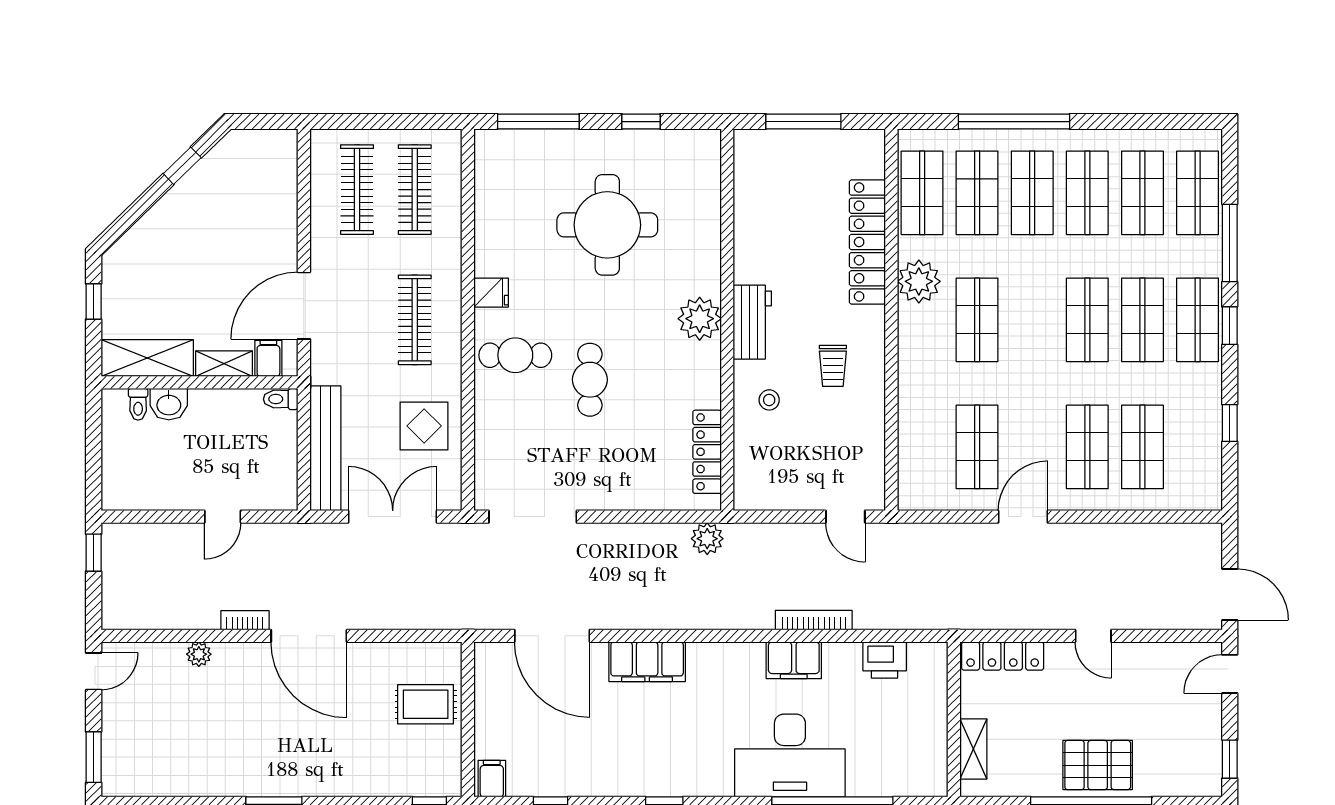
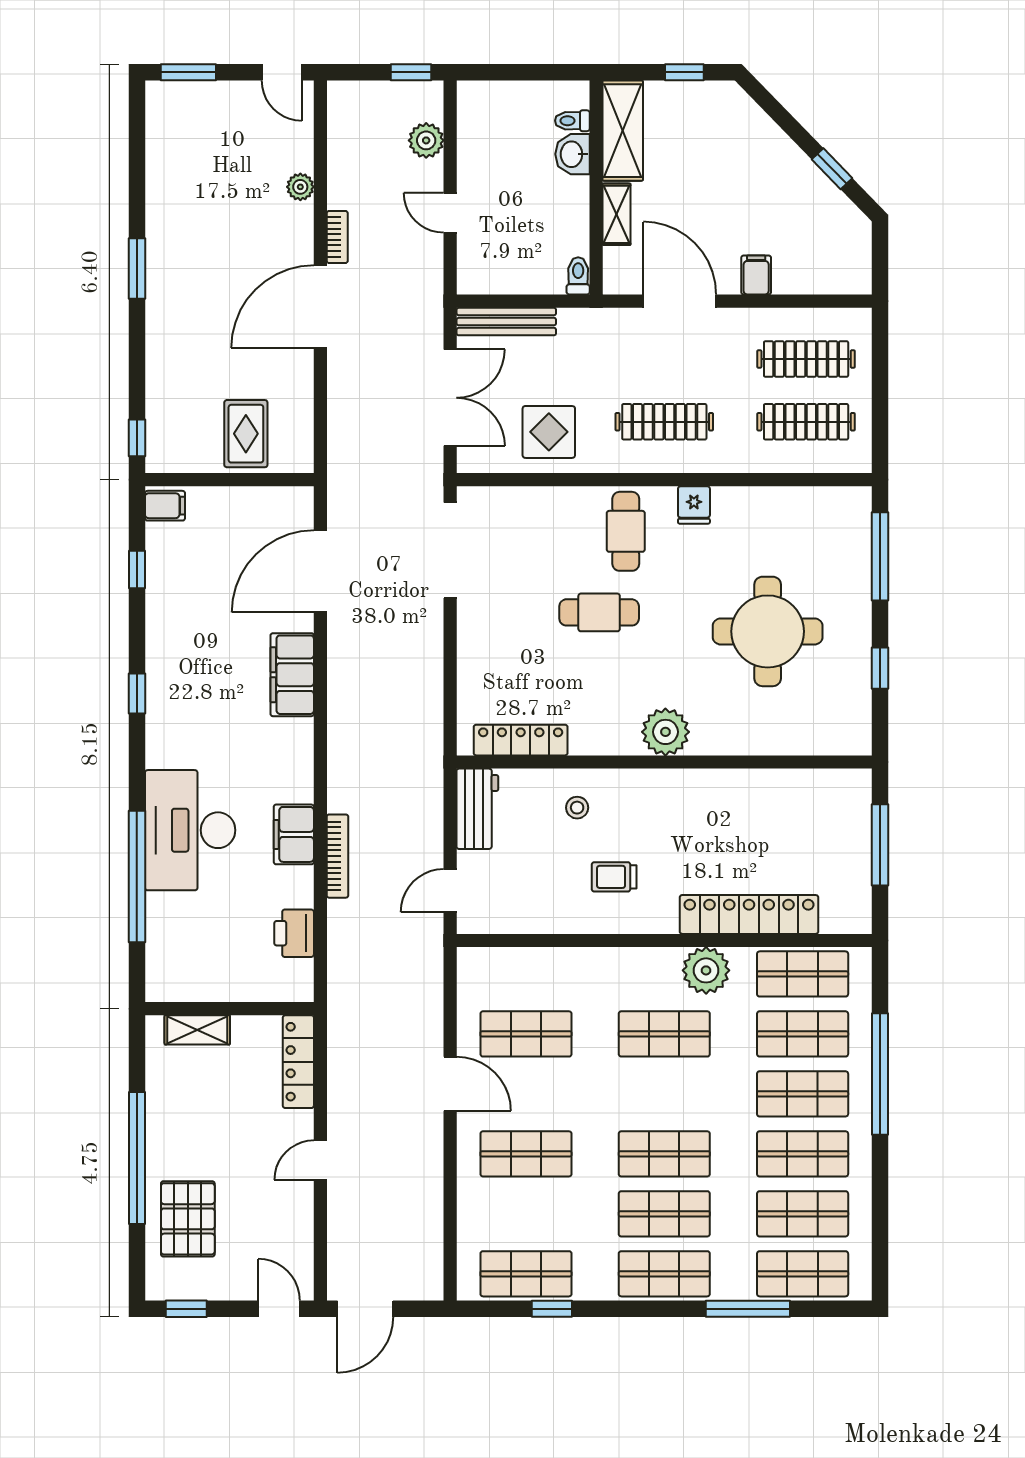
workbench: (752, 322) -> (477, 809), moved, turned -90
window: (1230, 326) -> (658, 1309), removed
filing cabinet: (268, 358) -> (756, 275), moved, turned -90
shop shelf: (1142, 447) -> (526, 1274), moved
bench: (325, 448) -> (506, 322), width x0.73, depth x0.82
plant: (707, 539) -> (426, 140), moved
pallet: (1098, 765) -> (188, 1219), moved

